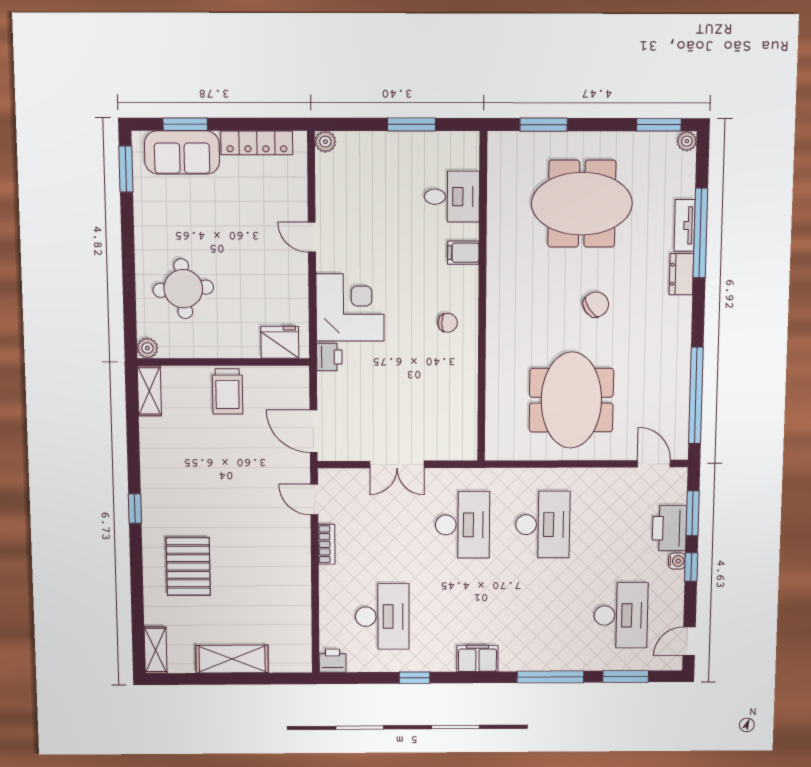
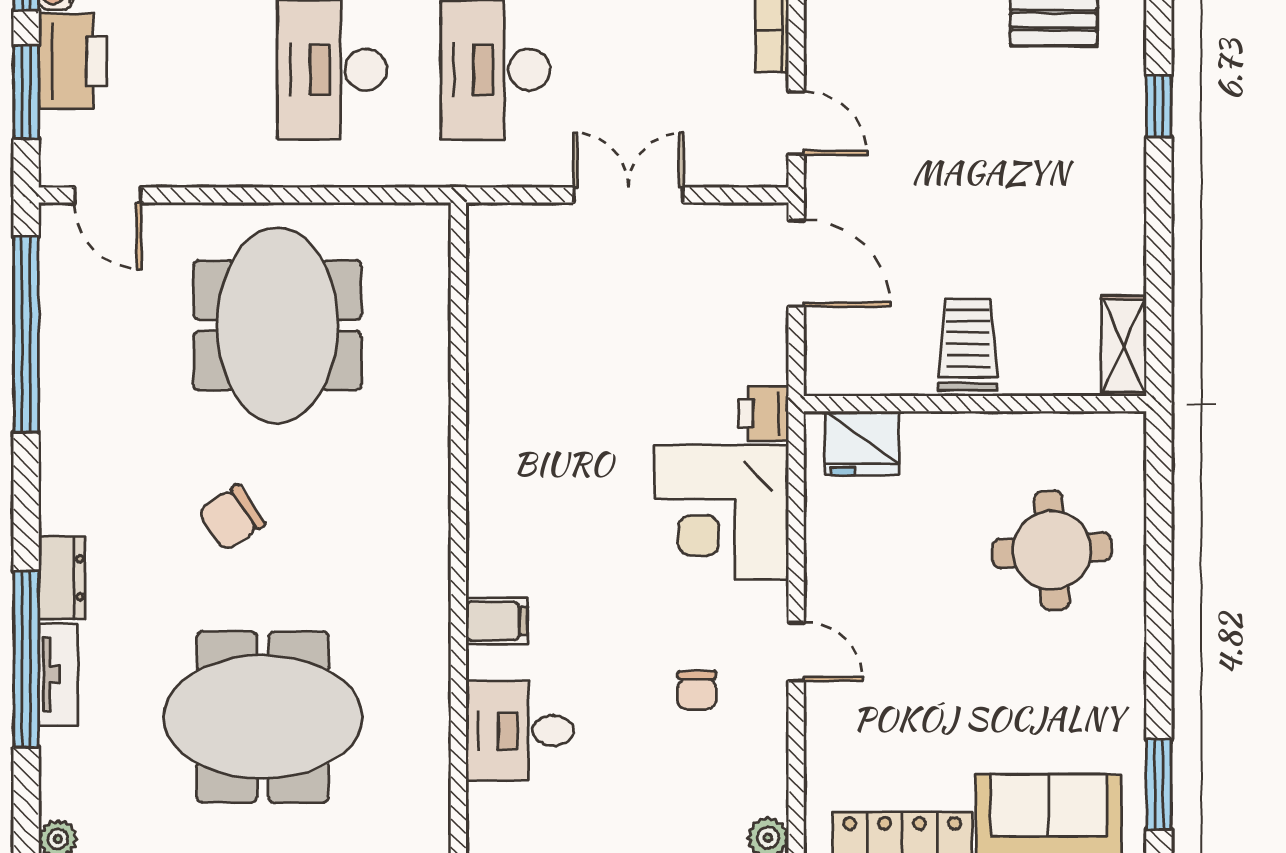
chair: (448, 323) -> (697, 690), moved, turned -90
plant: (147, 348) -> (1126, 432), removed

